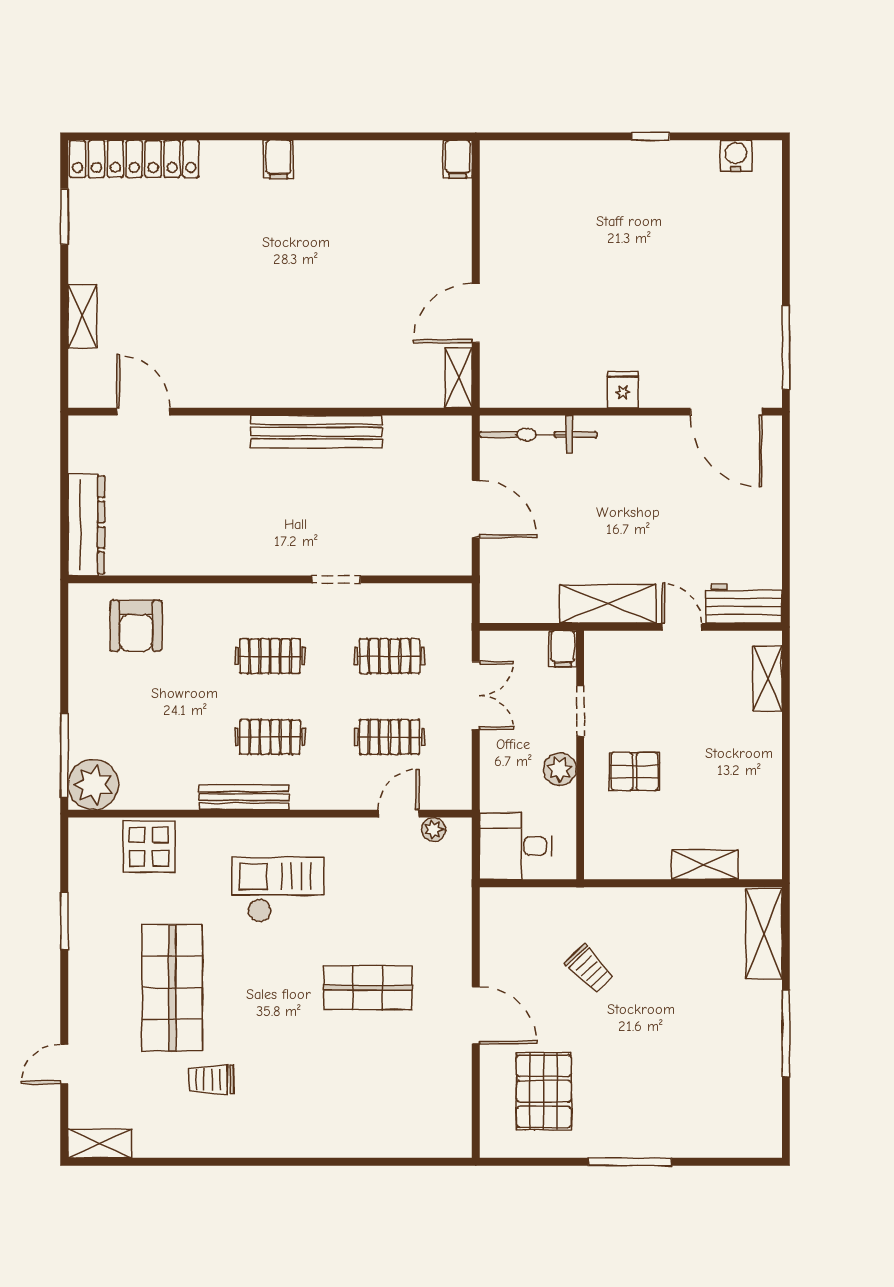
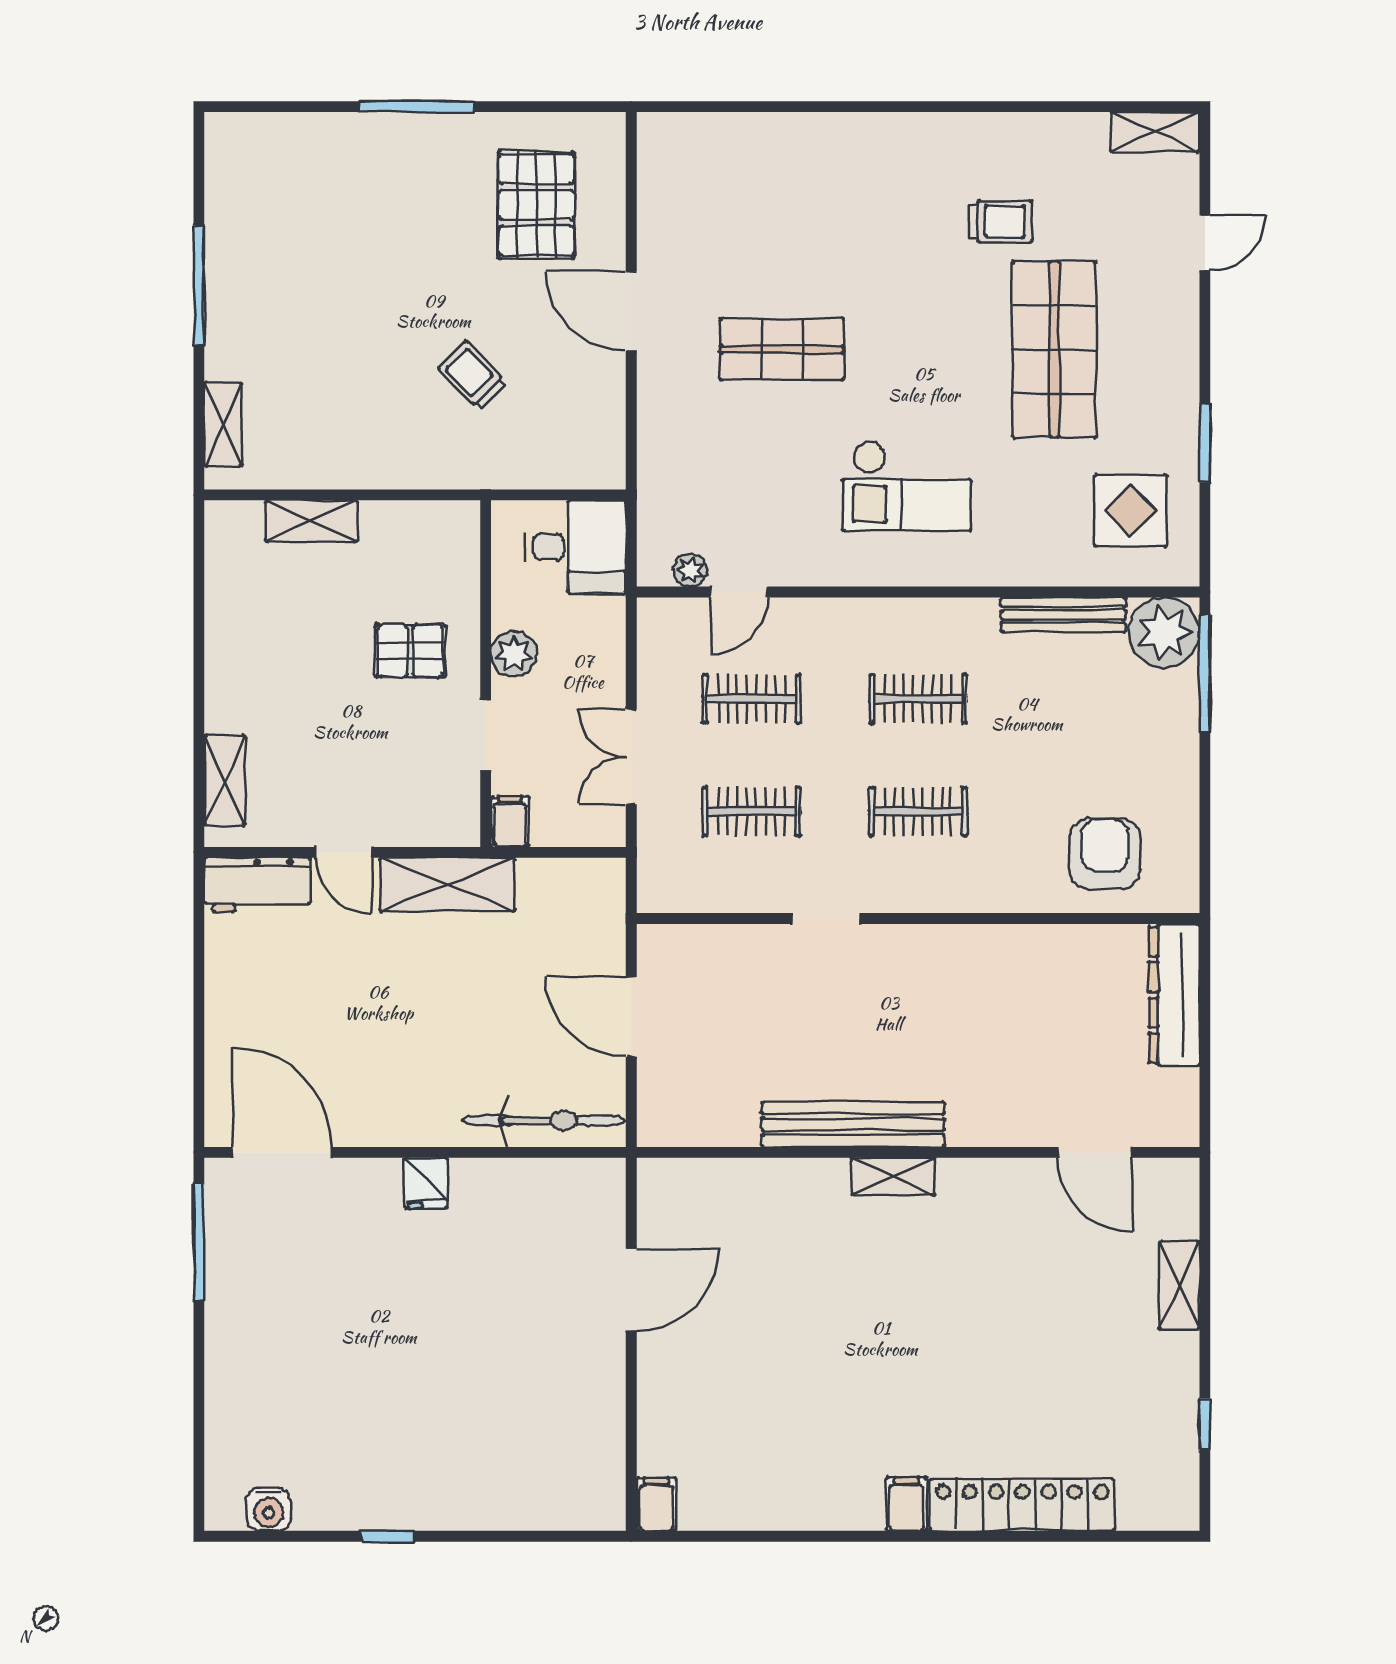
locker: (134, 159) -> (1022, 1505), moved
window: (64, 217) -> (1205, 1424), width x0.67
shelving: (459, 377) -> (893, 1176), moved, turned 90
bench: (244, 797) -> (1063, 615), moved
display table: (149, 847) -> (1131, 510), moved
shelving: (764, 934) -> (223, 424), width x0.67, depth x0.75

